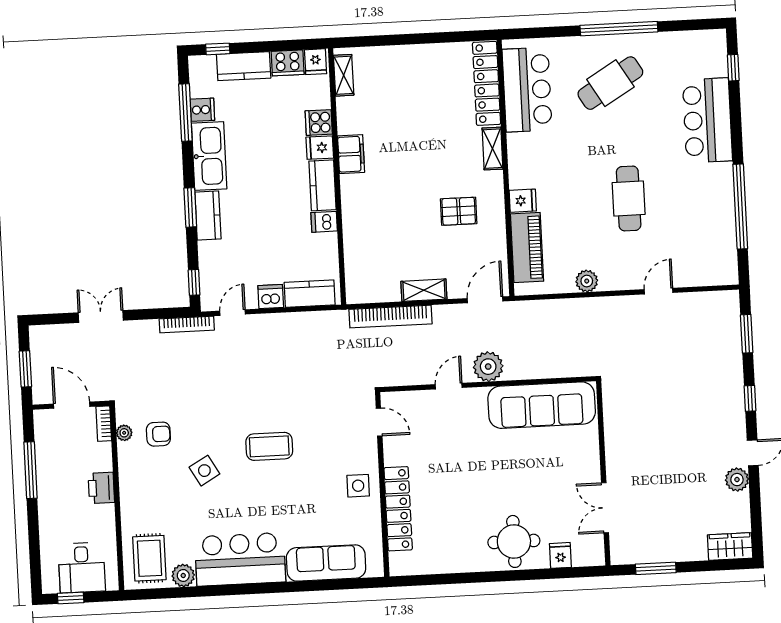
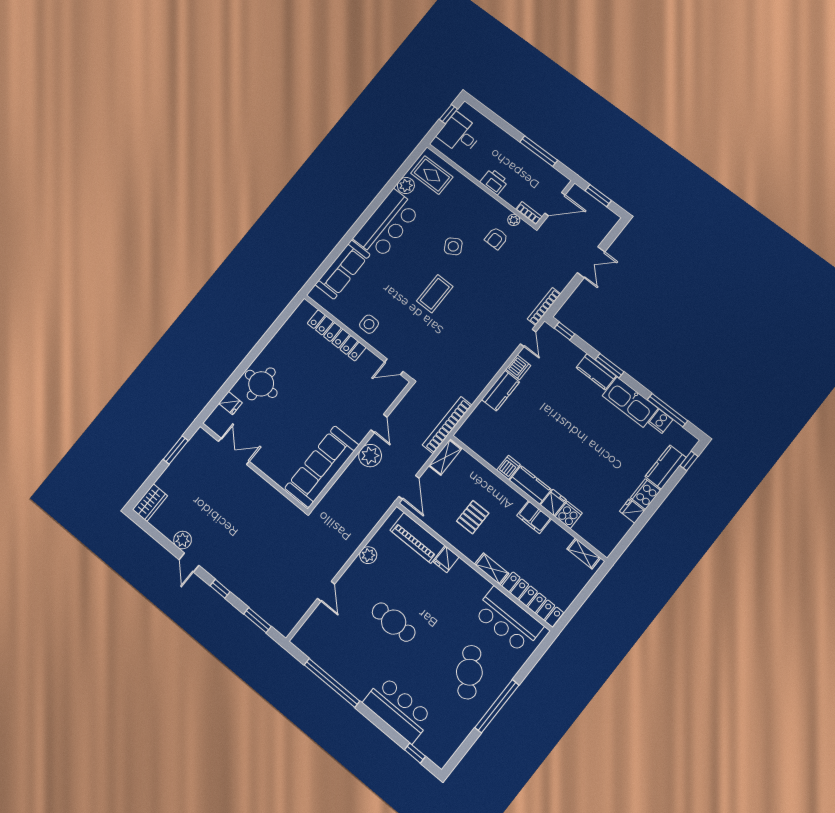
shelving: (344, 75) -> (584, 554), moved
cooker: (319, 122) -> (569, 515), moved
fridge: (320, 148) -> (554, 502), moved
filing cabinet: (351, 154) -> (534, 517), moved
wall: (337, 176) -> (528, 498), moved
kitchen counter: (322, 185) -> (530, 485), moved
dishwasher: (324, 222) -> (509, 467), moved

